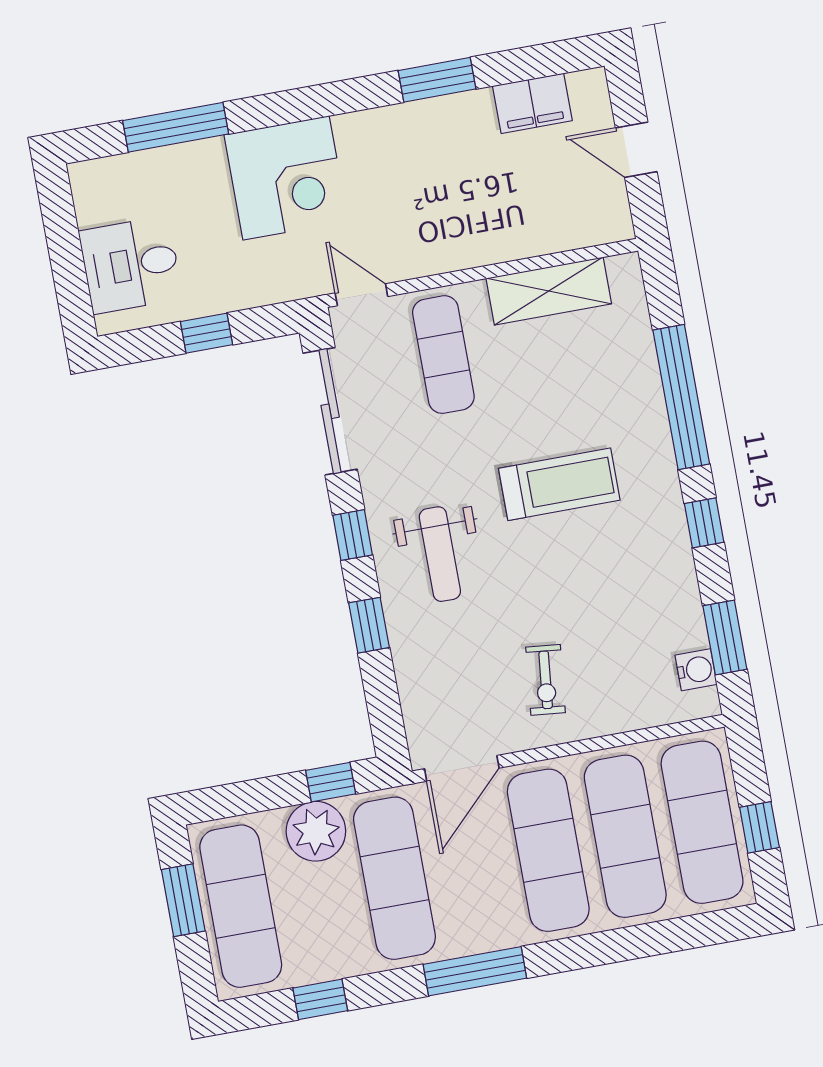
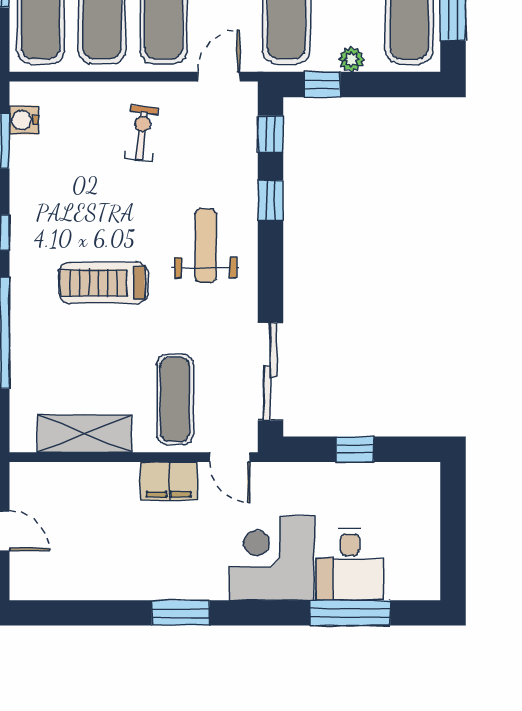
window: (437, 80) -> (181, 613), moved
filing cabinet: (532, 103) -> (169, 481), moved, turned 180
desk: (131, 265) -> (350, 564), moved, turned 90
window: (353, 535) -> (271, 134), moved
door: (462, 768) -> (219, 77), width x0.73
plant: (316, 831) -> (351, 59), width x0.53, depth x0.53

